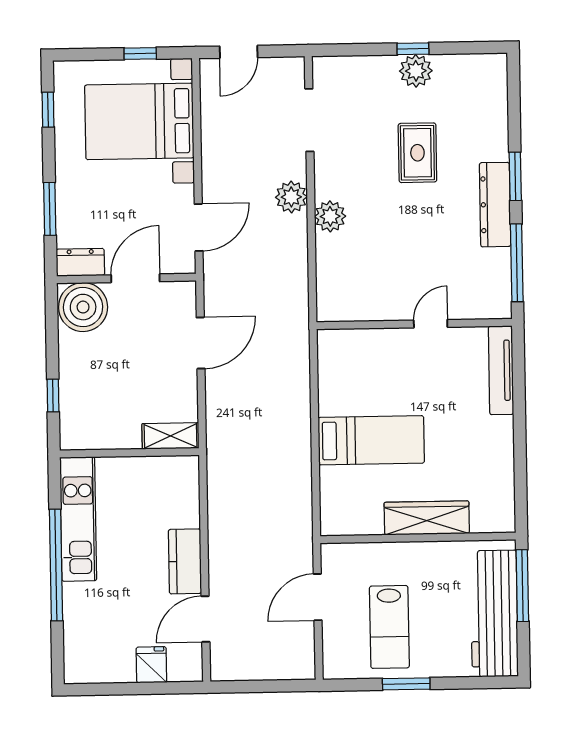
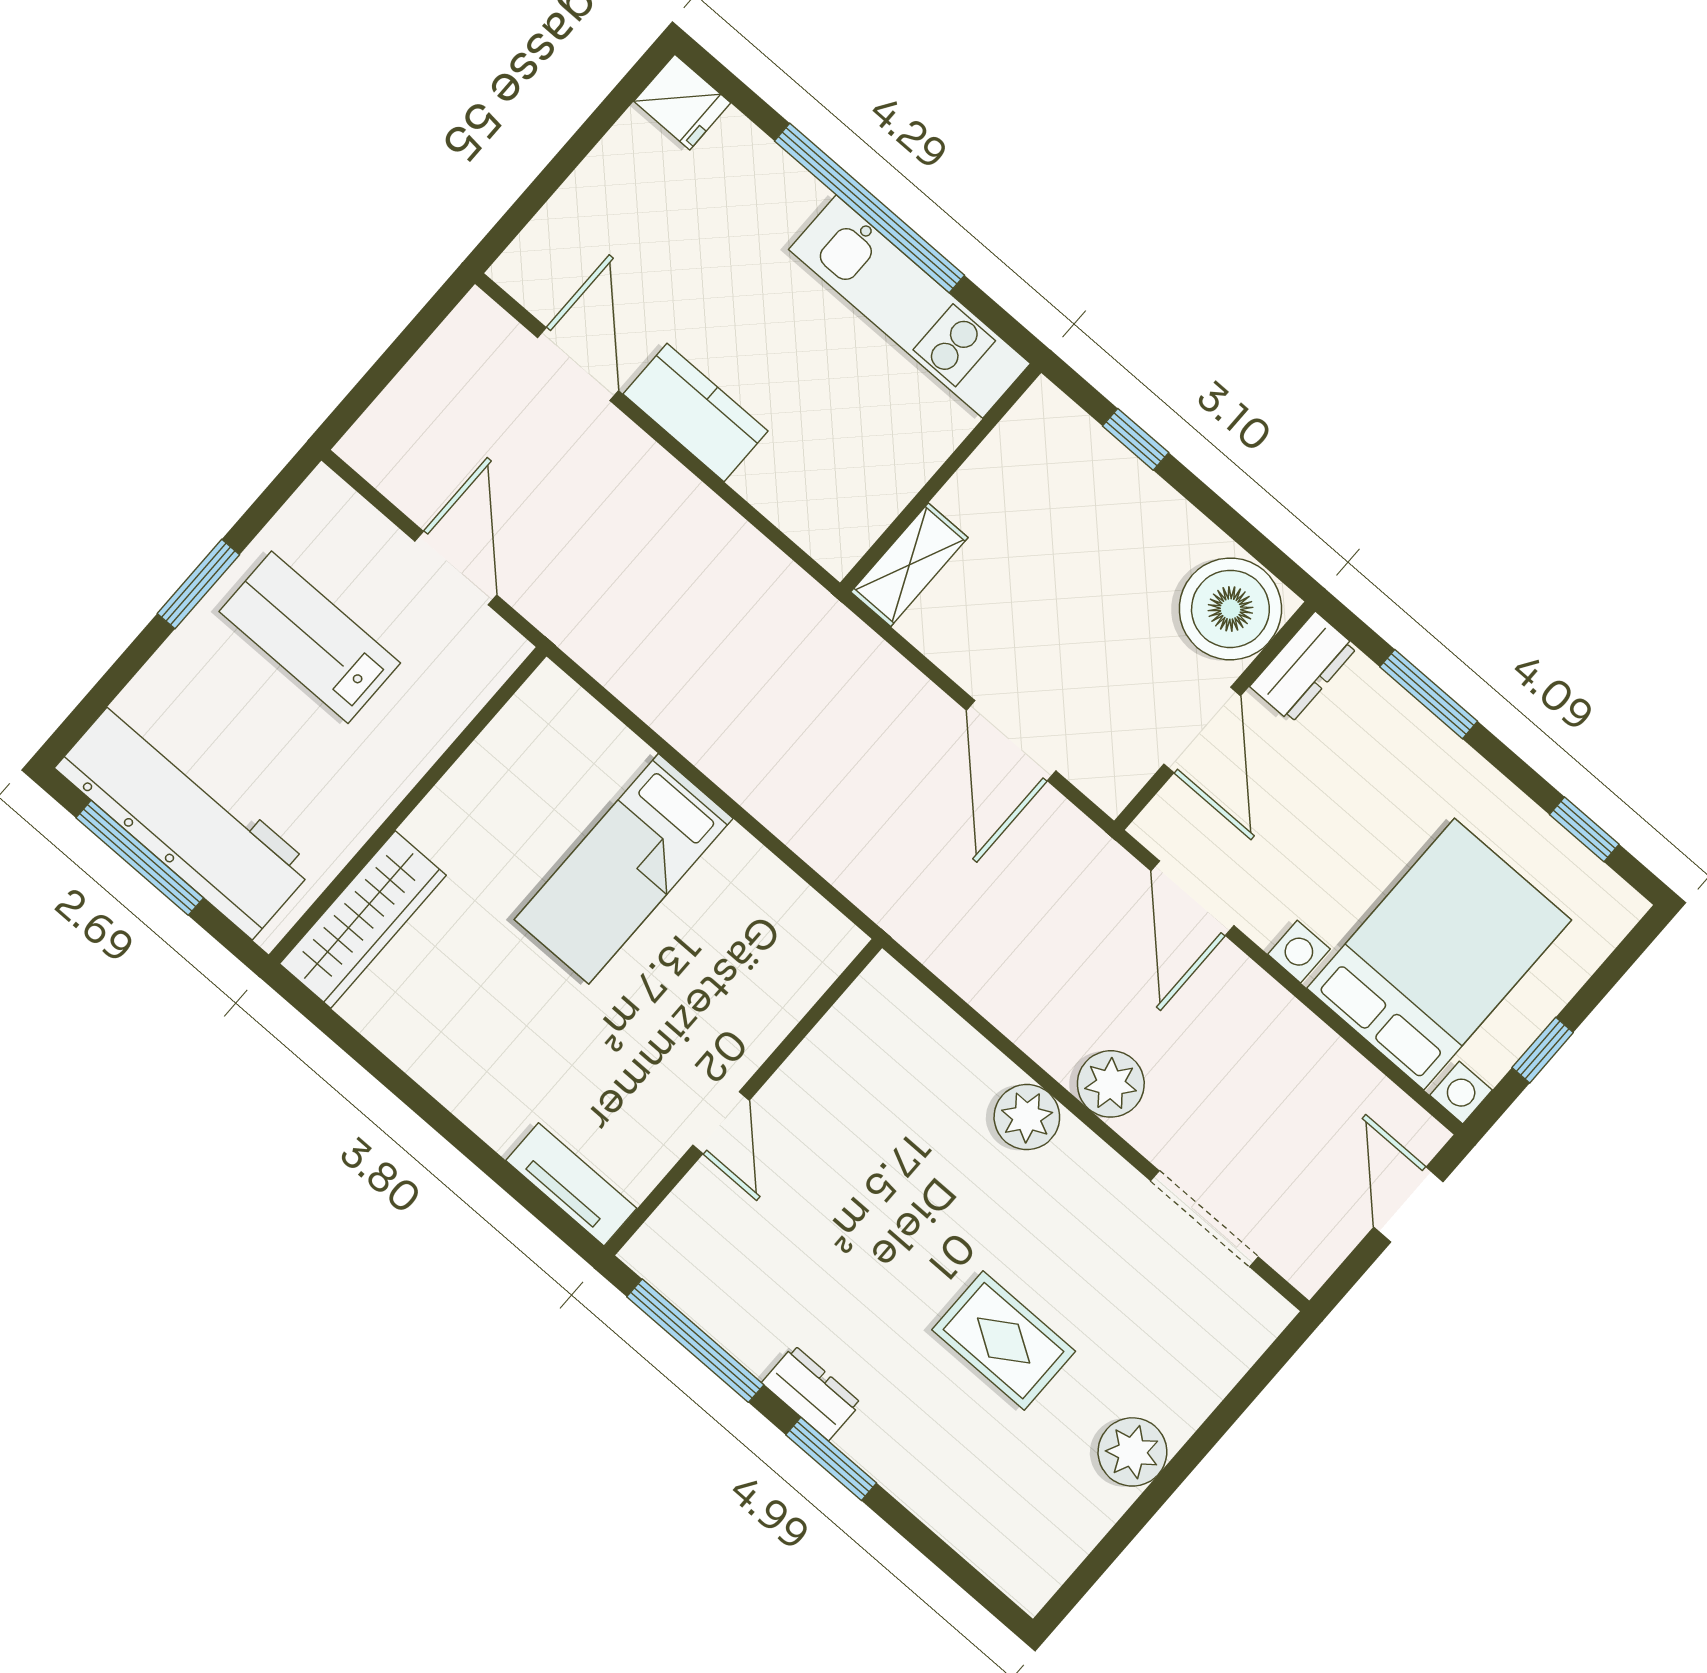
window: (413, 49) -> (1171, 1478), removed
dresser: (495, 205) -> (811, 1393), width x0.51, depth x0.80
tv unit: (501, 370) -> (571, 1184), width x0.71
wardrobe: (427, 518) -> (363, 920), moved
window: (522, 586) -> (140, 858), moved
fridge: (151, 665) -> (682, 102), moved

